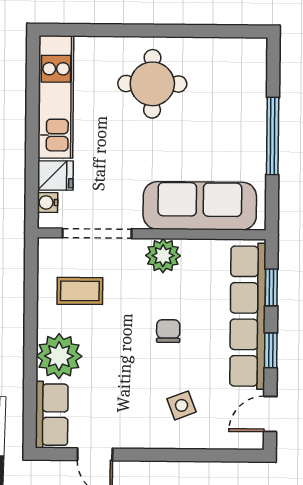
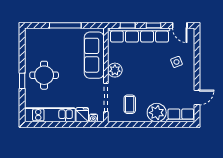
window: (139, 30) -> (22, 81), added
chair: (168, 331) -> (146, 68), removed

